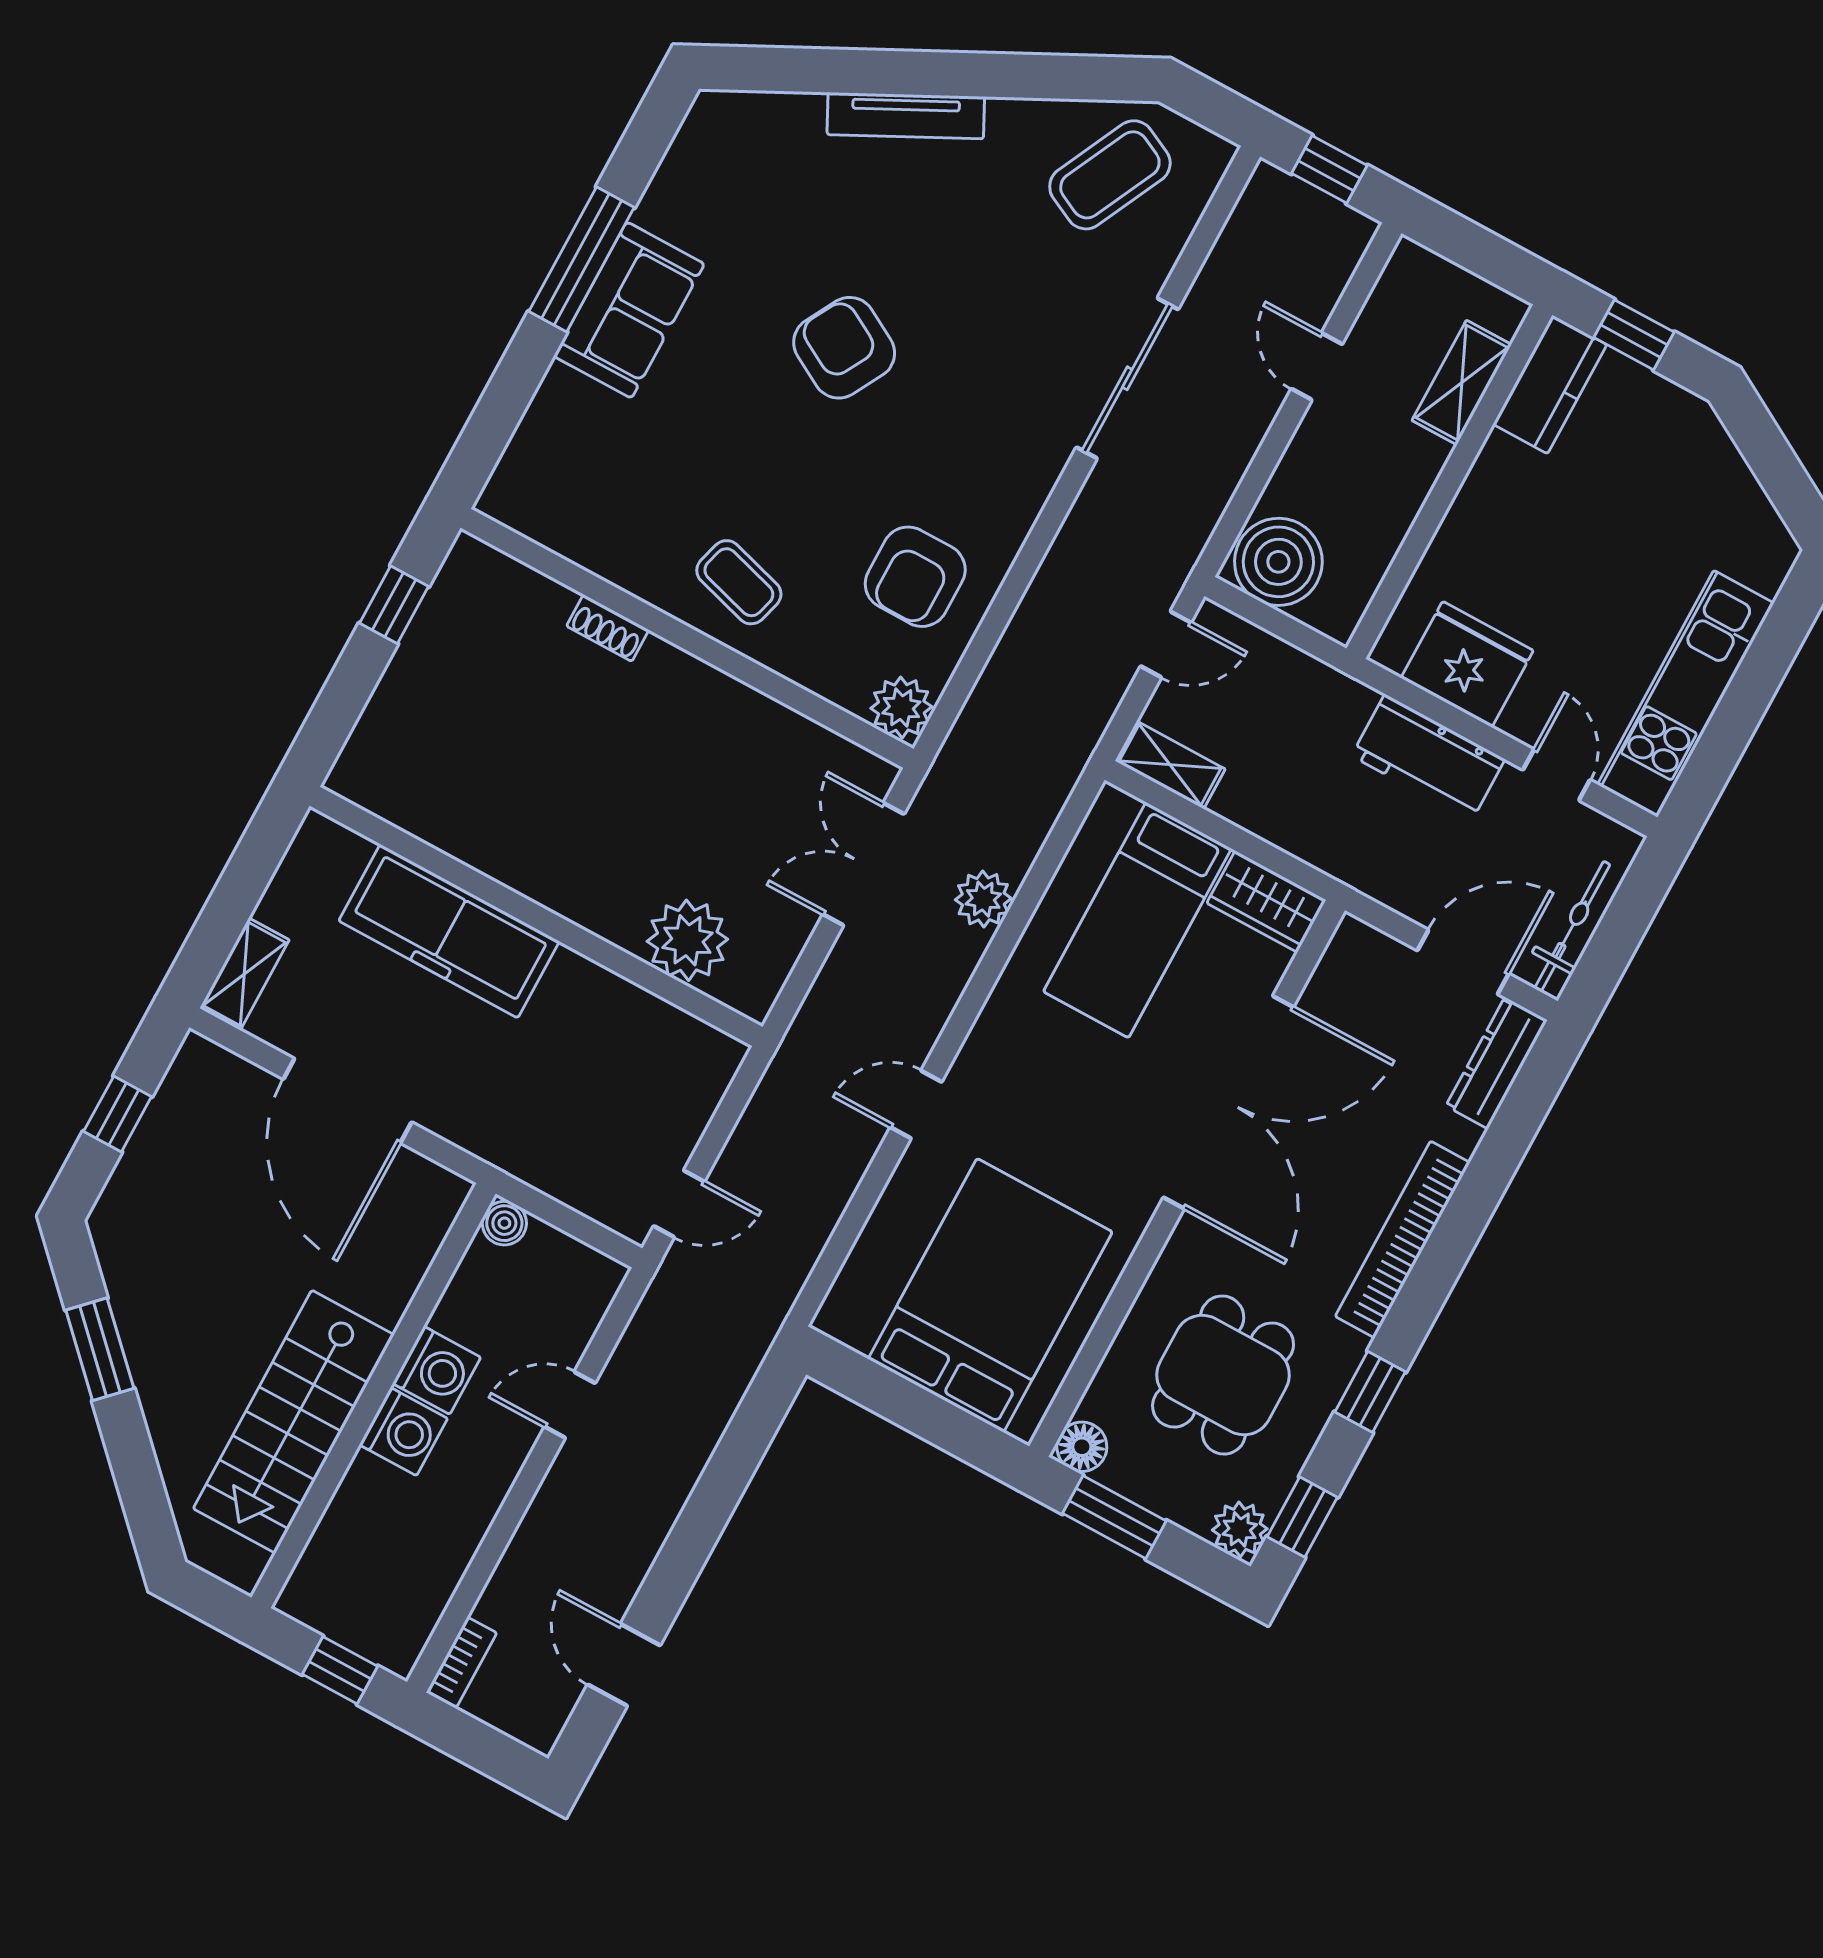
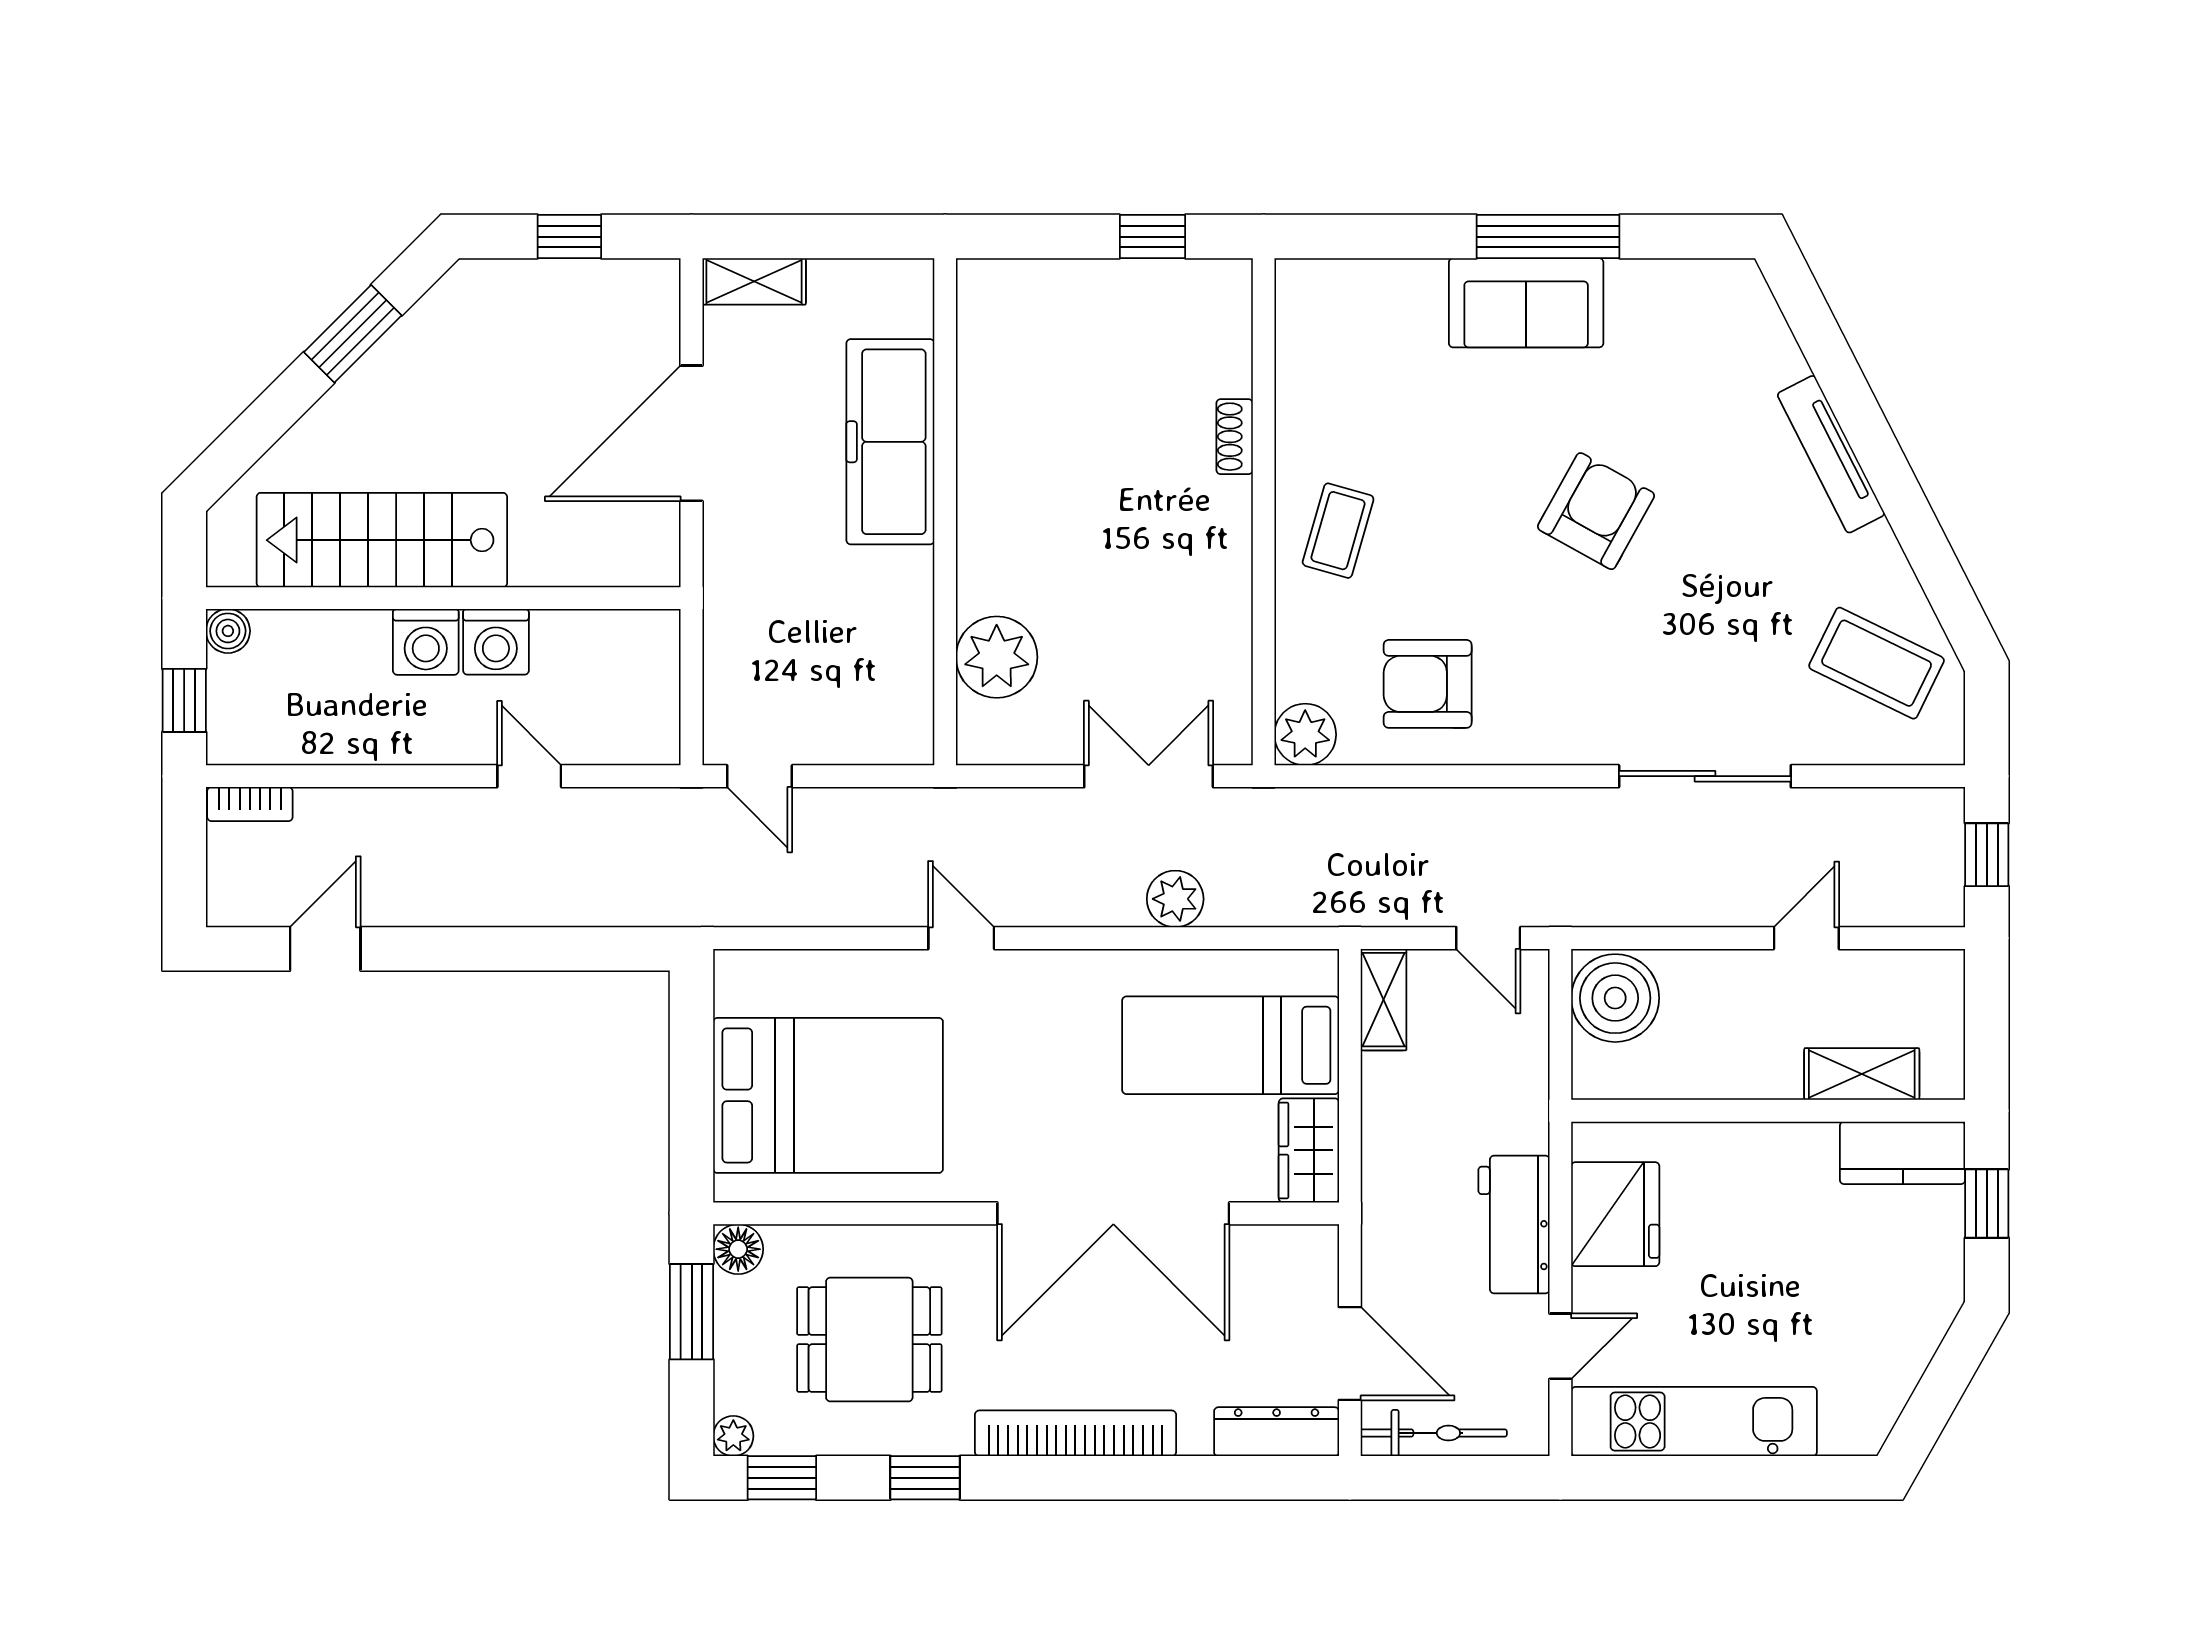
boiler: (504, 1223) -> (228, 631), moved
plant: (1240, 1529) -> (733, 1436), width x0.73, depth x0.73

